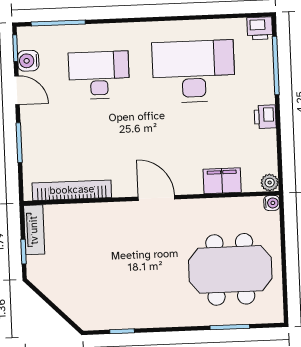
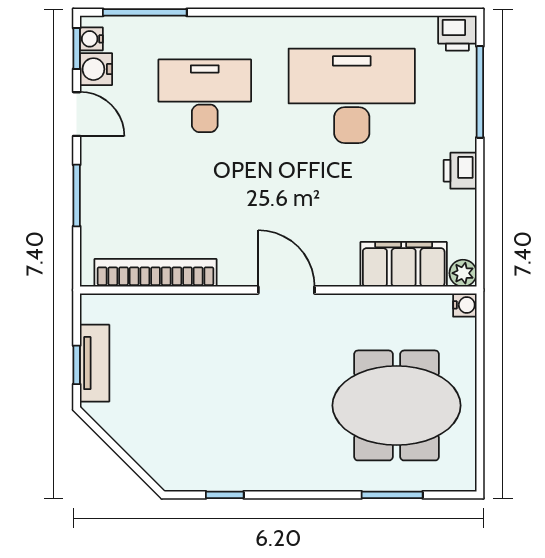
water cooler: (25, 41) -> (91, 39), added
filing cabinet: (222, 181) -> (404, 264), width x1.50, depth x1.17
tv unit: (34, 230) -> (95, 363), moved

